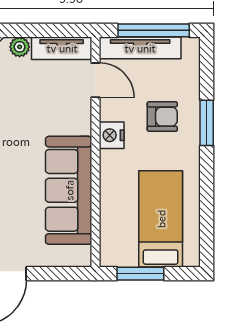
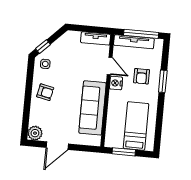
plant: (20, 47) -> (75, 36), removed
door: (95, 80) -> (110, 66), moved
armchair: (162, 117) -> (142, 76), turned 90

